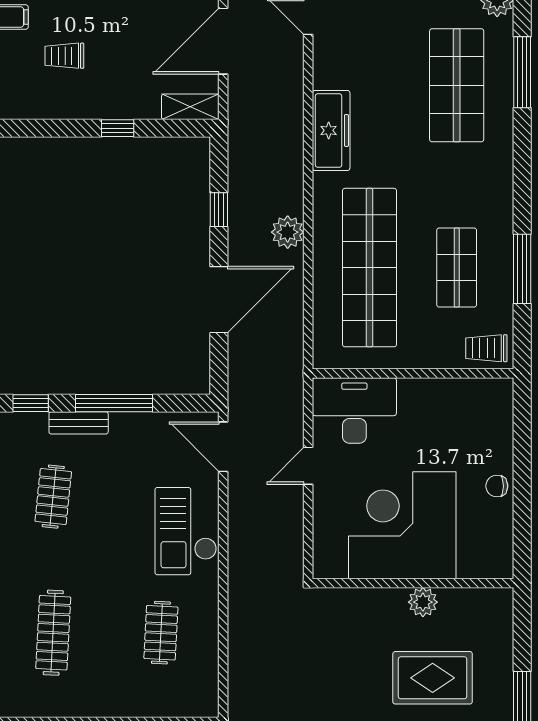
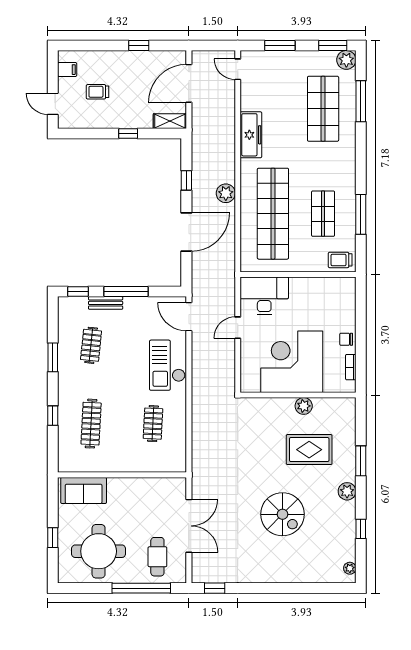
bookcase: (505, 535) -> (351, 367), added

